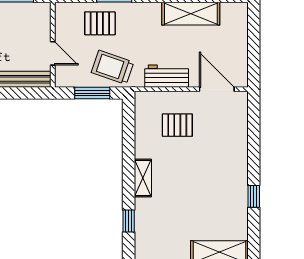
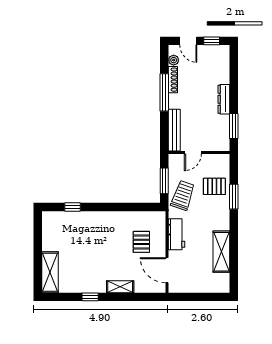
pallet: (100, 23) -> (214, 186), turned 90
door: (217, 89) -> (167, 270), swing flipped
shelving: (143, 178) -> (120, 287), moved

